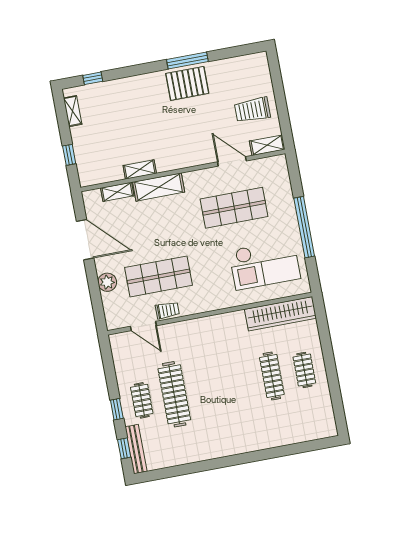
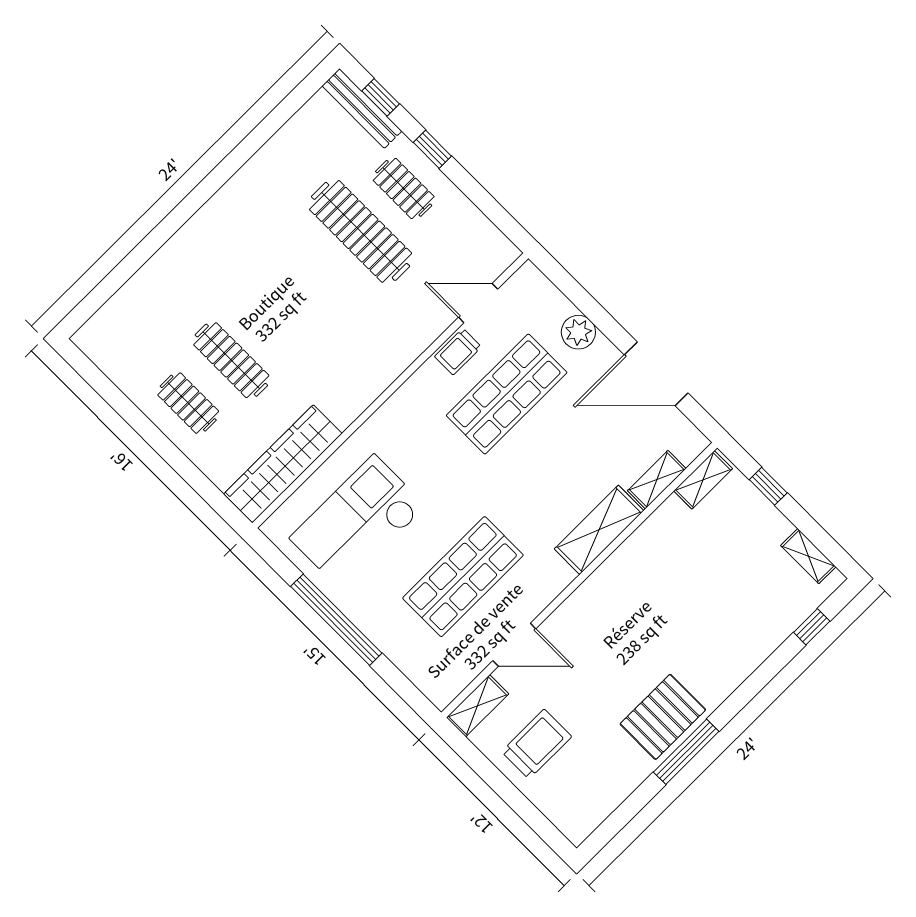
shelving: (140, 170) -> (703, 480), moved

